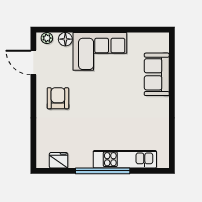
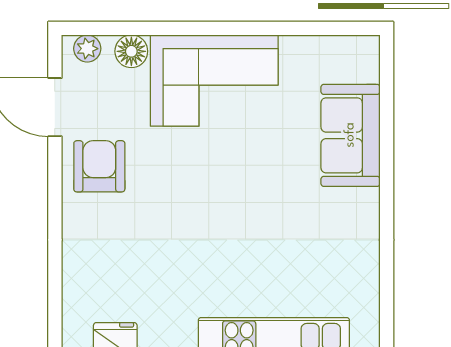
armchair: (58, 98) -> (99, 166), moved

